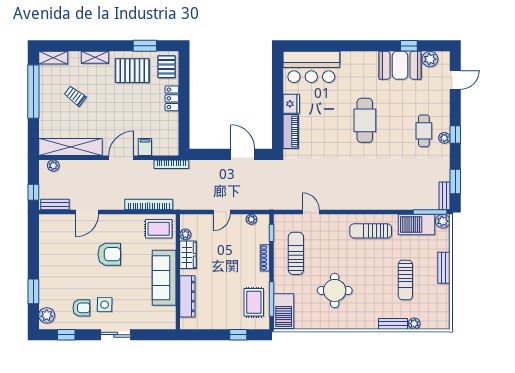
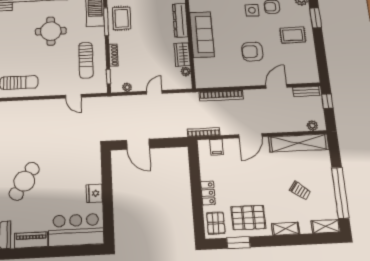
cafe table: (365, 120) -> (24, 181), turned 33
piano: (291, 131) -> (31, 240), moved, turned 90
filing cabinet: (145, 147) -> (216, 147), moved
rug: (159, 229) -> (293, 35), moved

